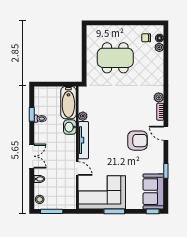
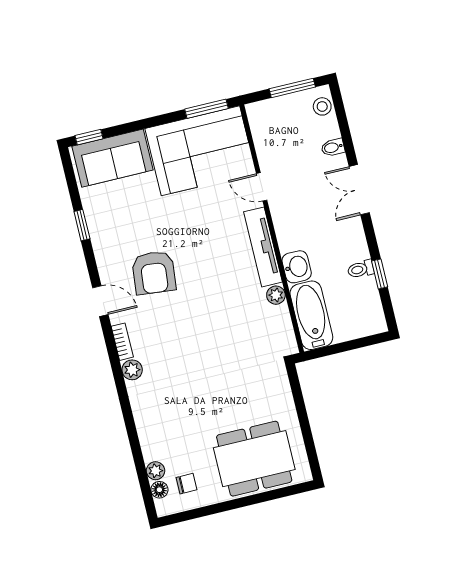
dining table: (115, 58) -> (254, 459), moved
armchair: (138, 141) -> (154, 273), turned -84
sofa: (153, 192) -> (112, 158), moved, turned 90
window: (114, 211) -> (206, 109), moved

